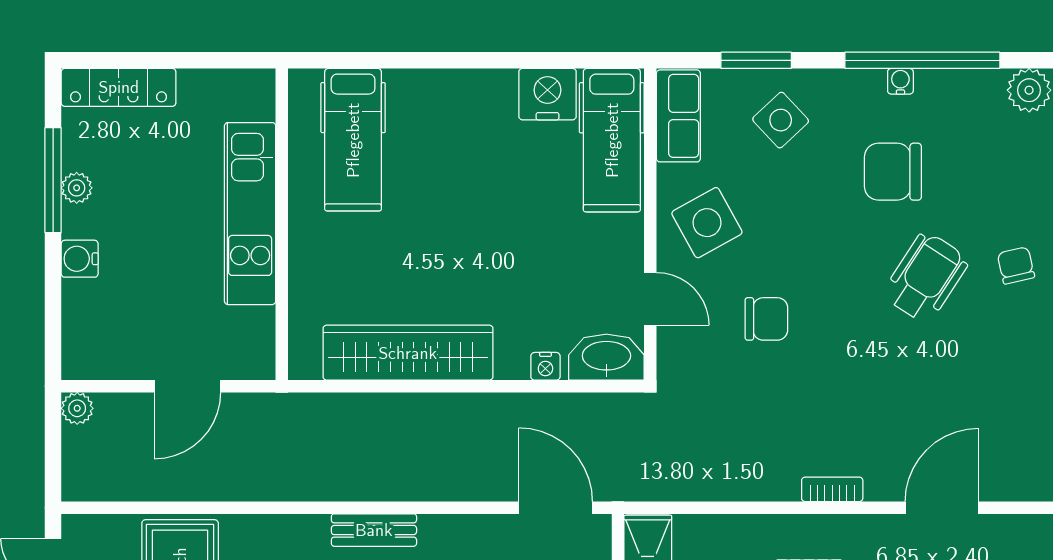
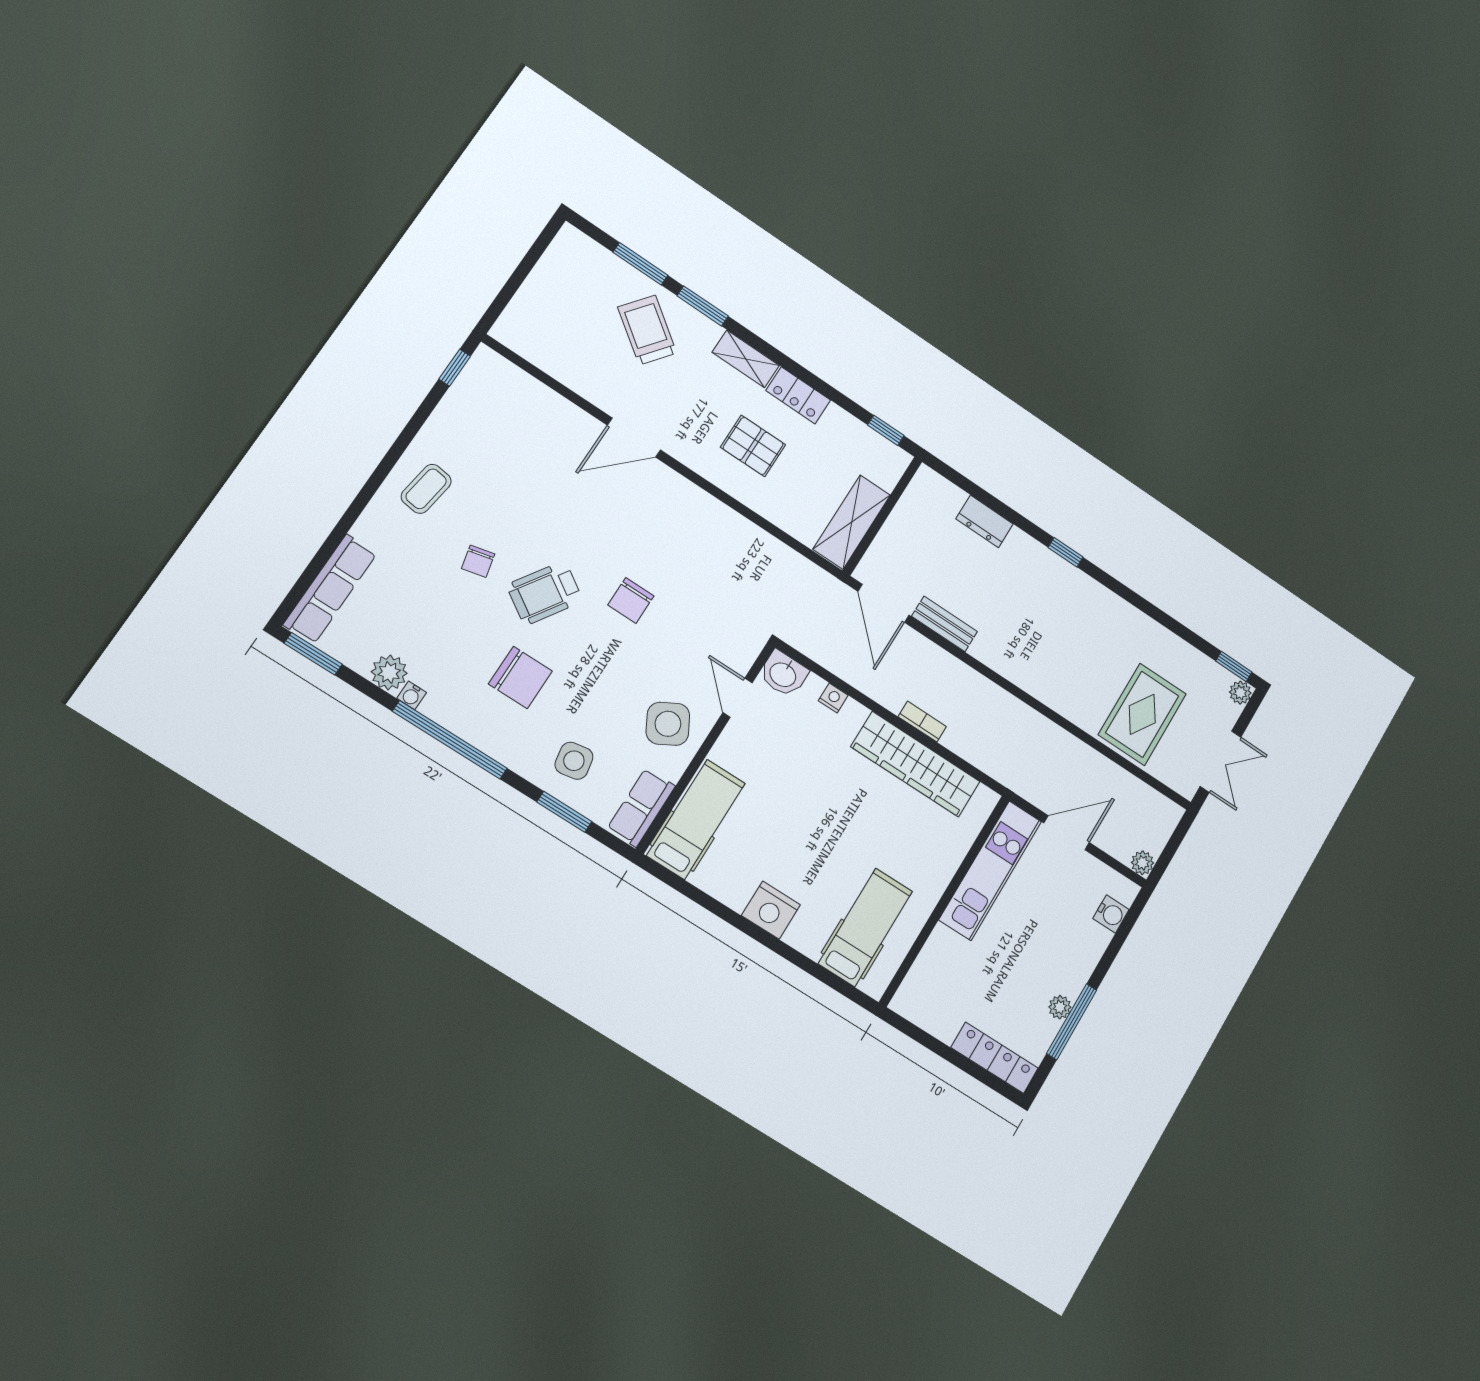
water cooler: (900, 81) -> (412, 695), moved
nightstand: (548, 94) -> (771, 910), moved
side table: (781, 120) -> (574, 761), turned 33
kitchen unit: (250, 214) -> (990, 870), moved
water cooler: (80, 259) -> (1111, 914), moved
chair: (766, 319) -> (631, 600), moved, turned -90
washbasin: (606, 357) -> (783, 674), width x0.72
bookcase: (832, 489) -> (922, 722), moved, turned 180
bench: (374, 530) -> (944, 624), moved

